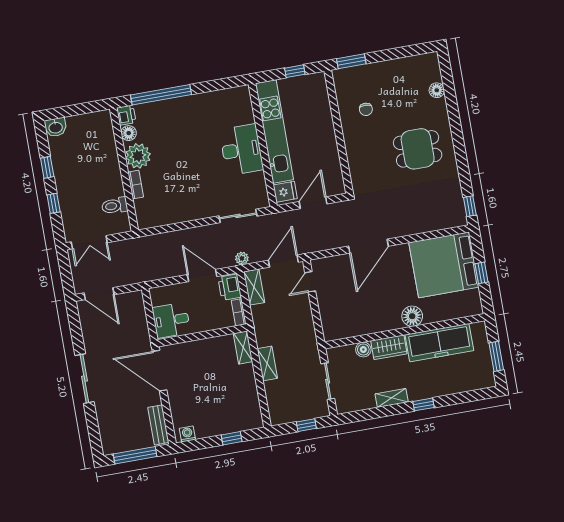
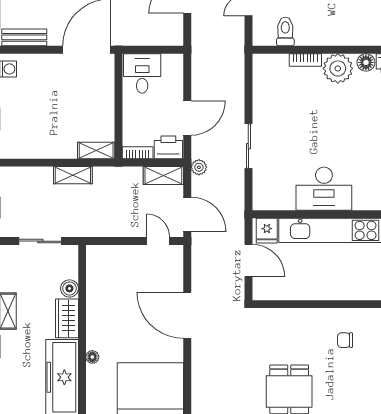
sliding door: (238, 216) -> (248, 146), moved
floor lamp: (412, 316) -> (92, 357), width x0.53, depth x0.53

